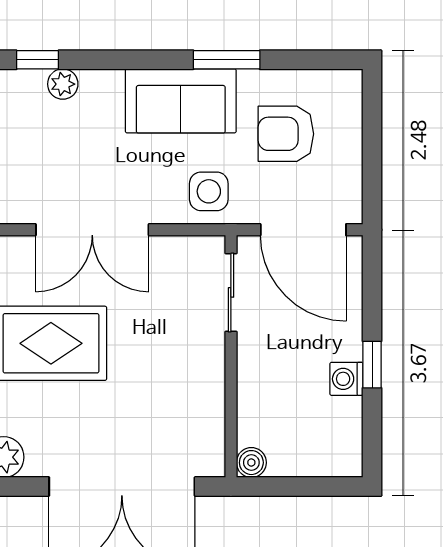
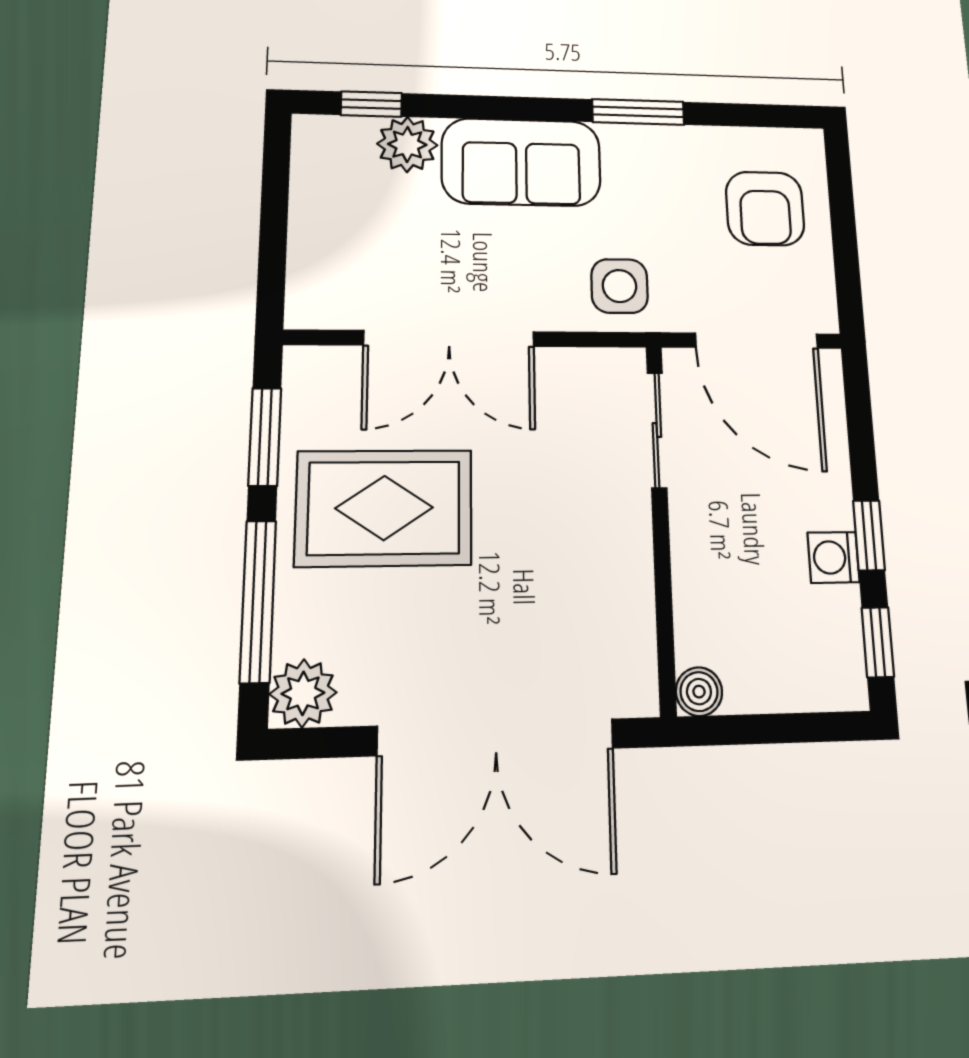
plant: (63, 84) -> (407, 144), width x1.38, depth x1.38
sofa: (181, 101) -> (521, 162), moved
armchair: (286, 134) -> (765, 208), moved, turned -90
window: (372, 434) -> (878, 642), added

